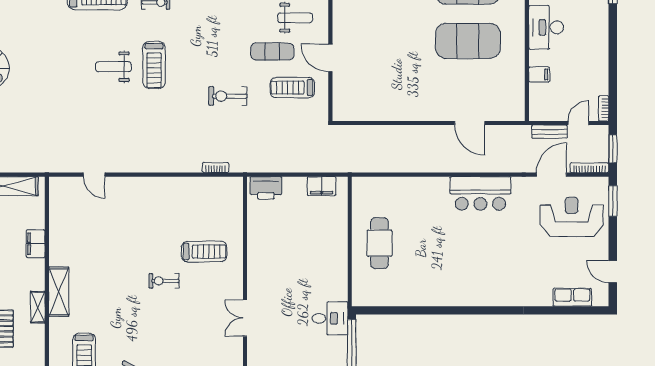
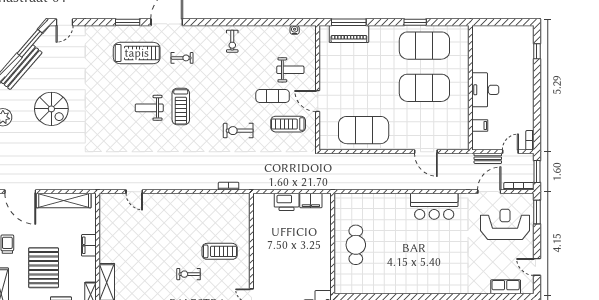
desk: (546, 27) -> (485, 90), moved
filing cabinet: (539, 74) -> (480, 126), moved
exercise mat: (389, 95) -> (364, 130), added
printer: (266, 188) -> (287, 202), moved

